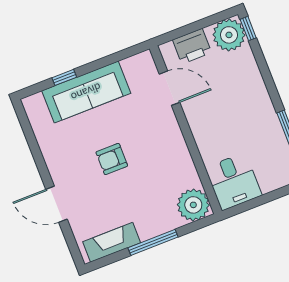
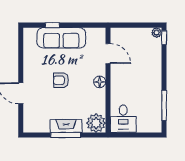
plant: (229, 35) -> (157, 33), width x0.53, depth x0.53
printer: (192, 46) -> (129, 35), removed
floor lamp: (174, 138) -> (100, 82), added
fireplace: (112, 242) -> (66, 126), moved

